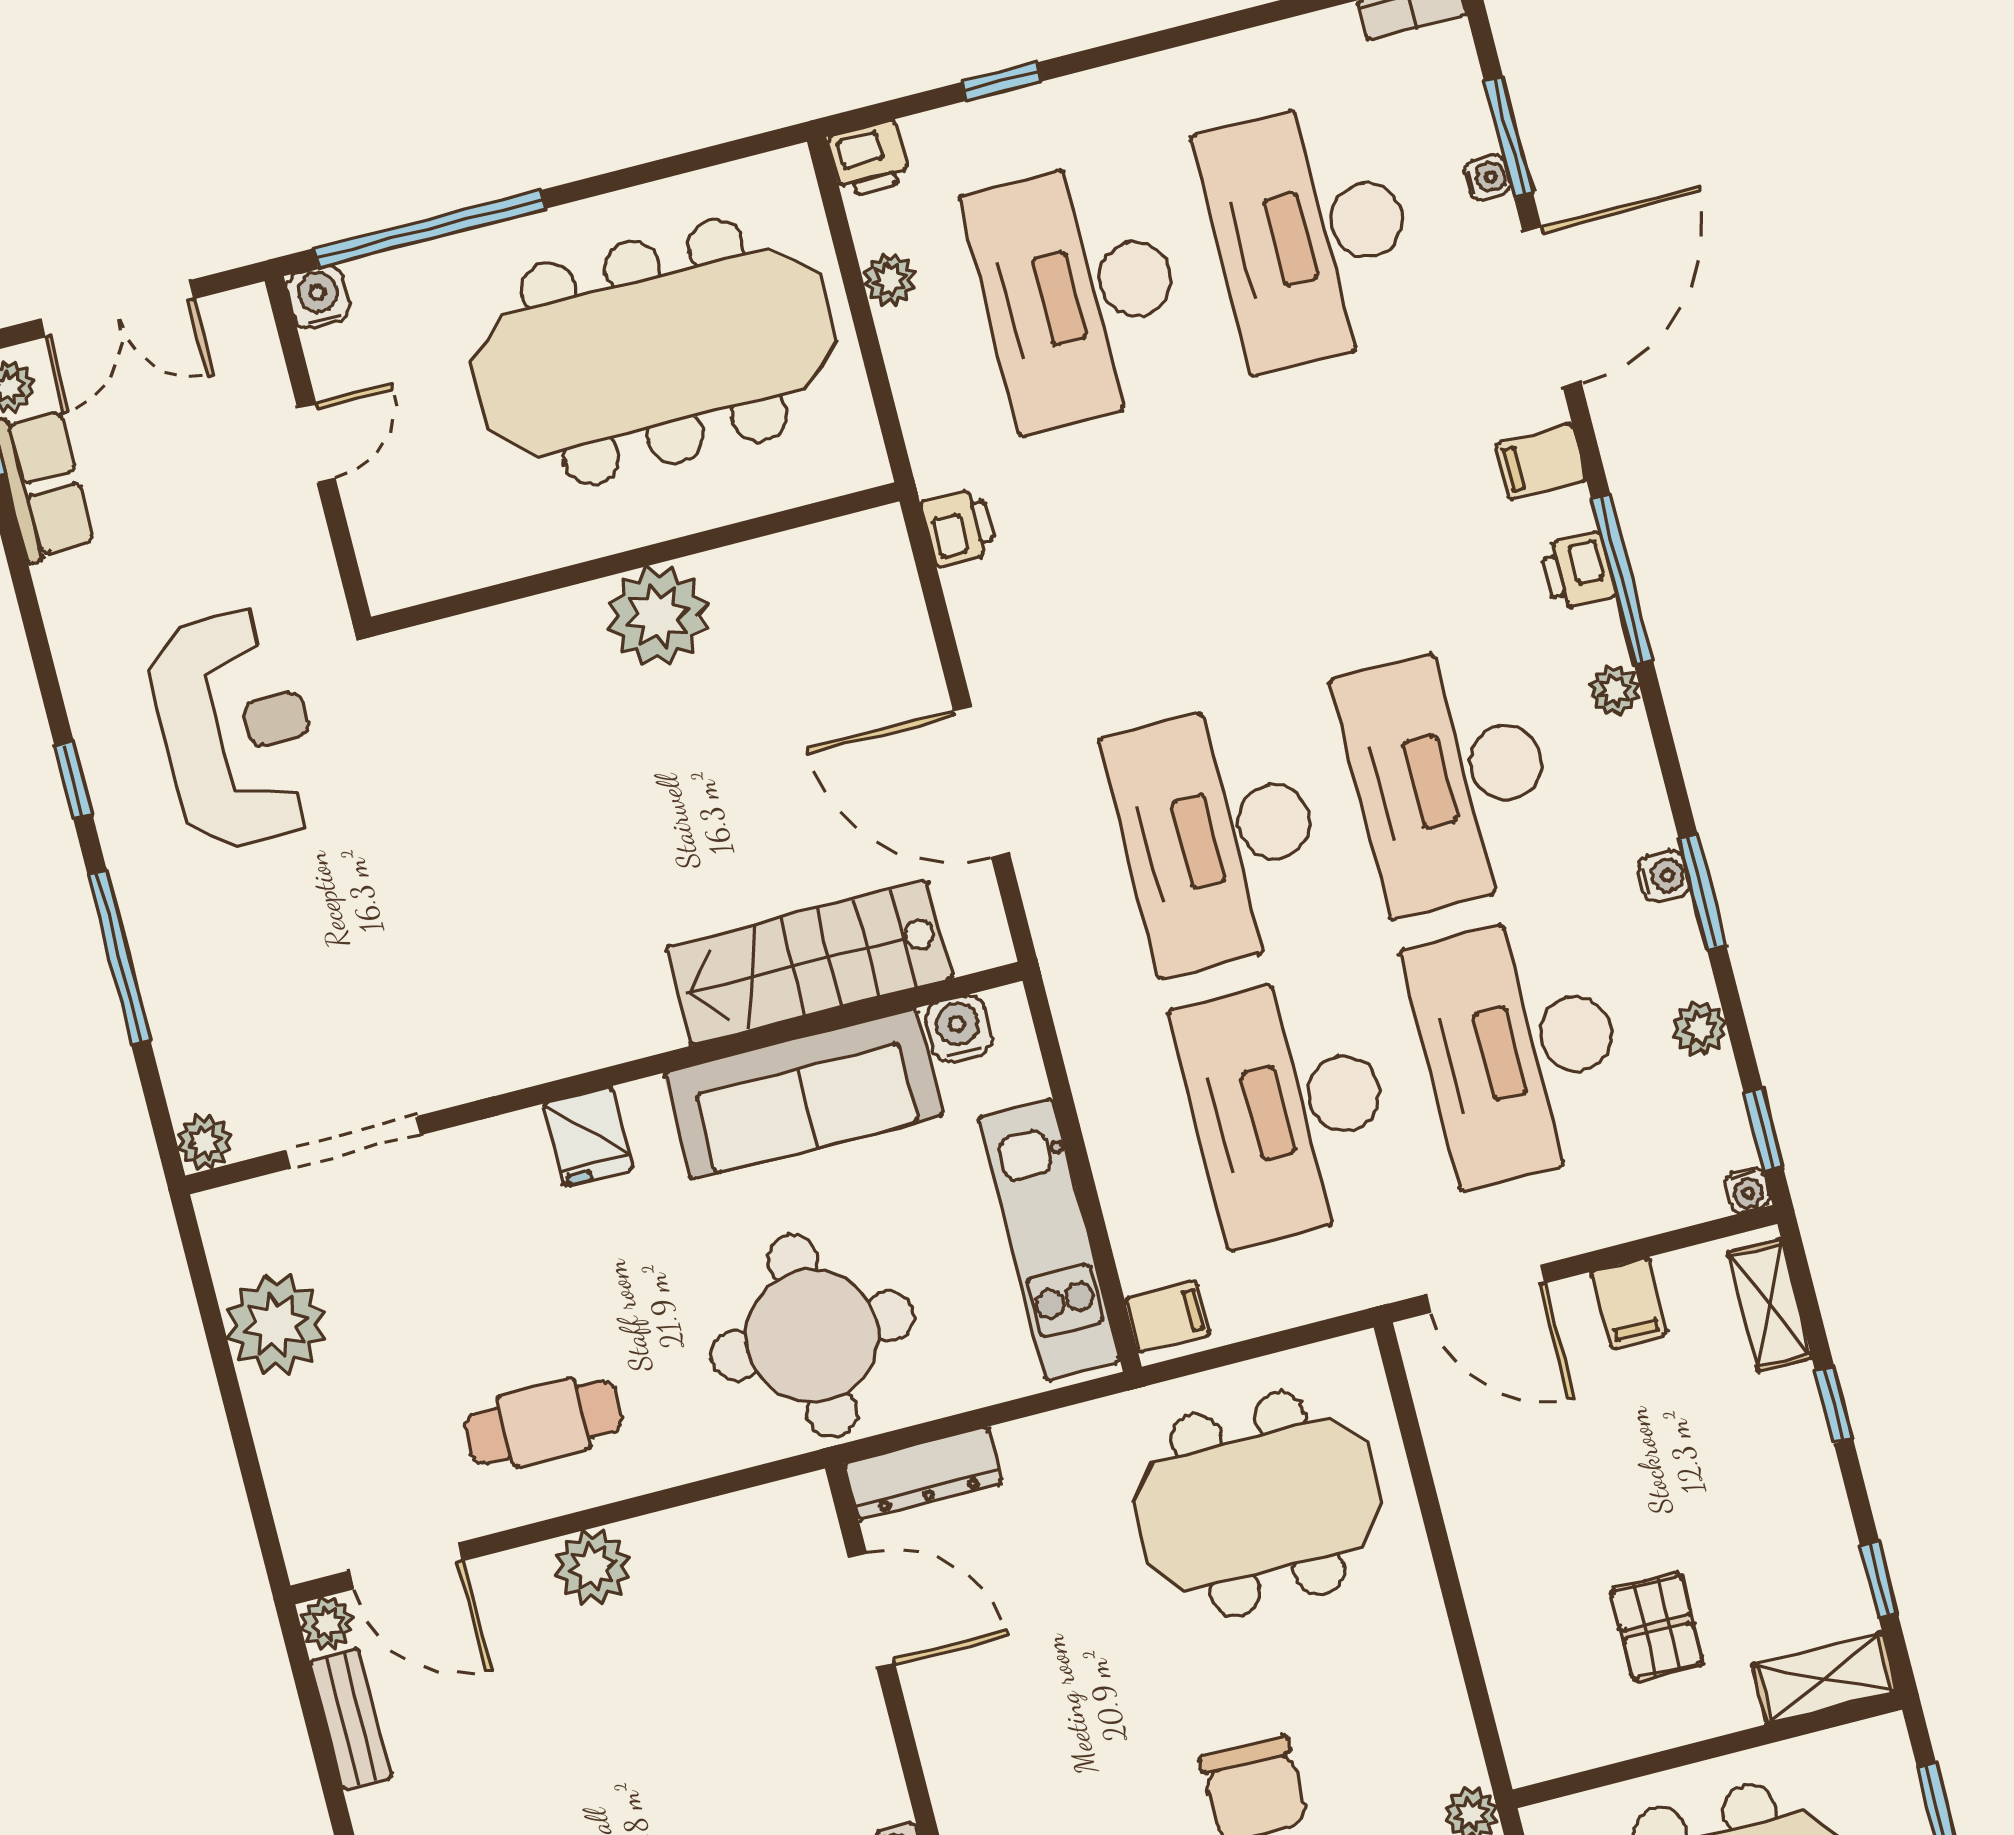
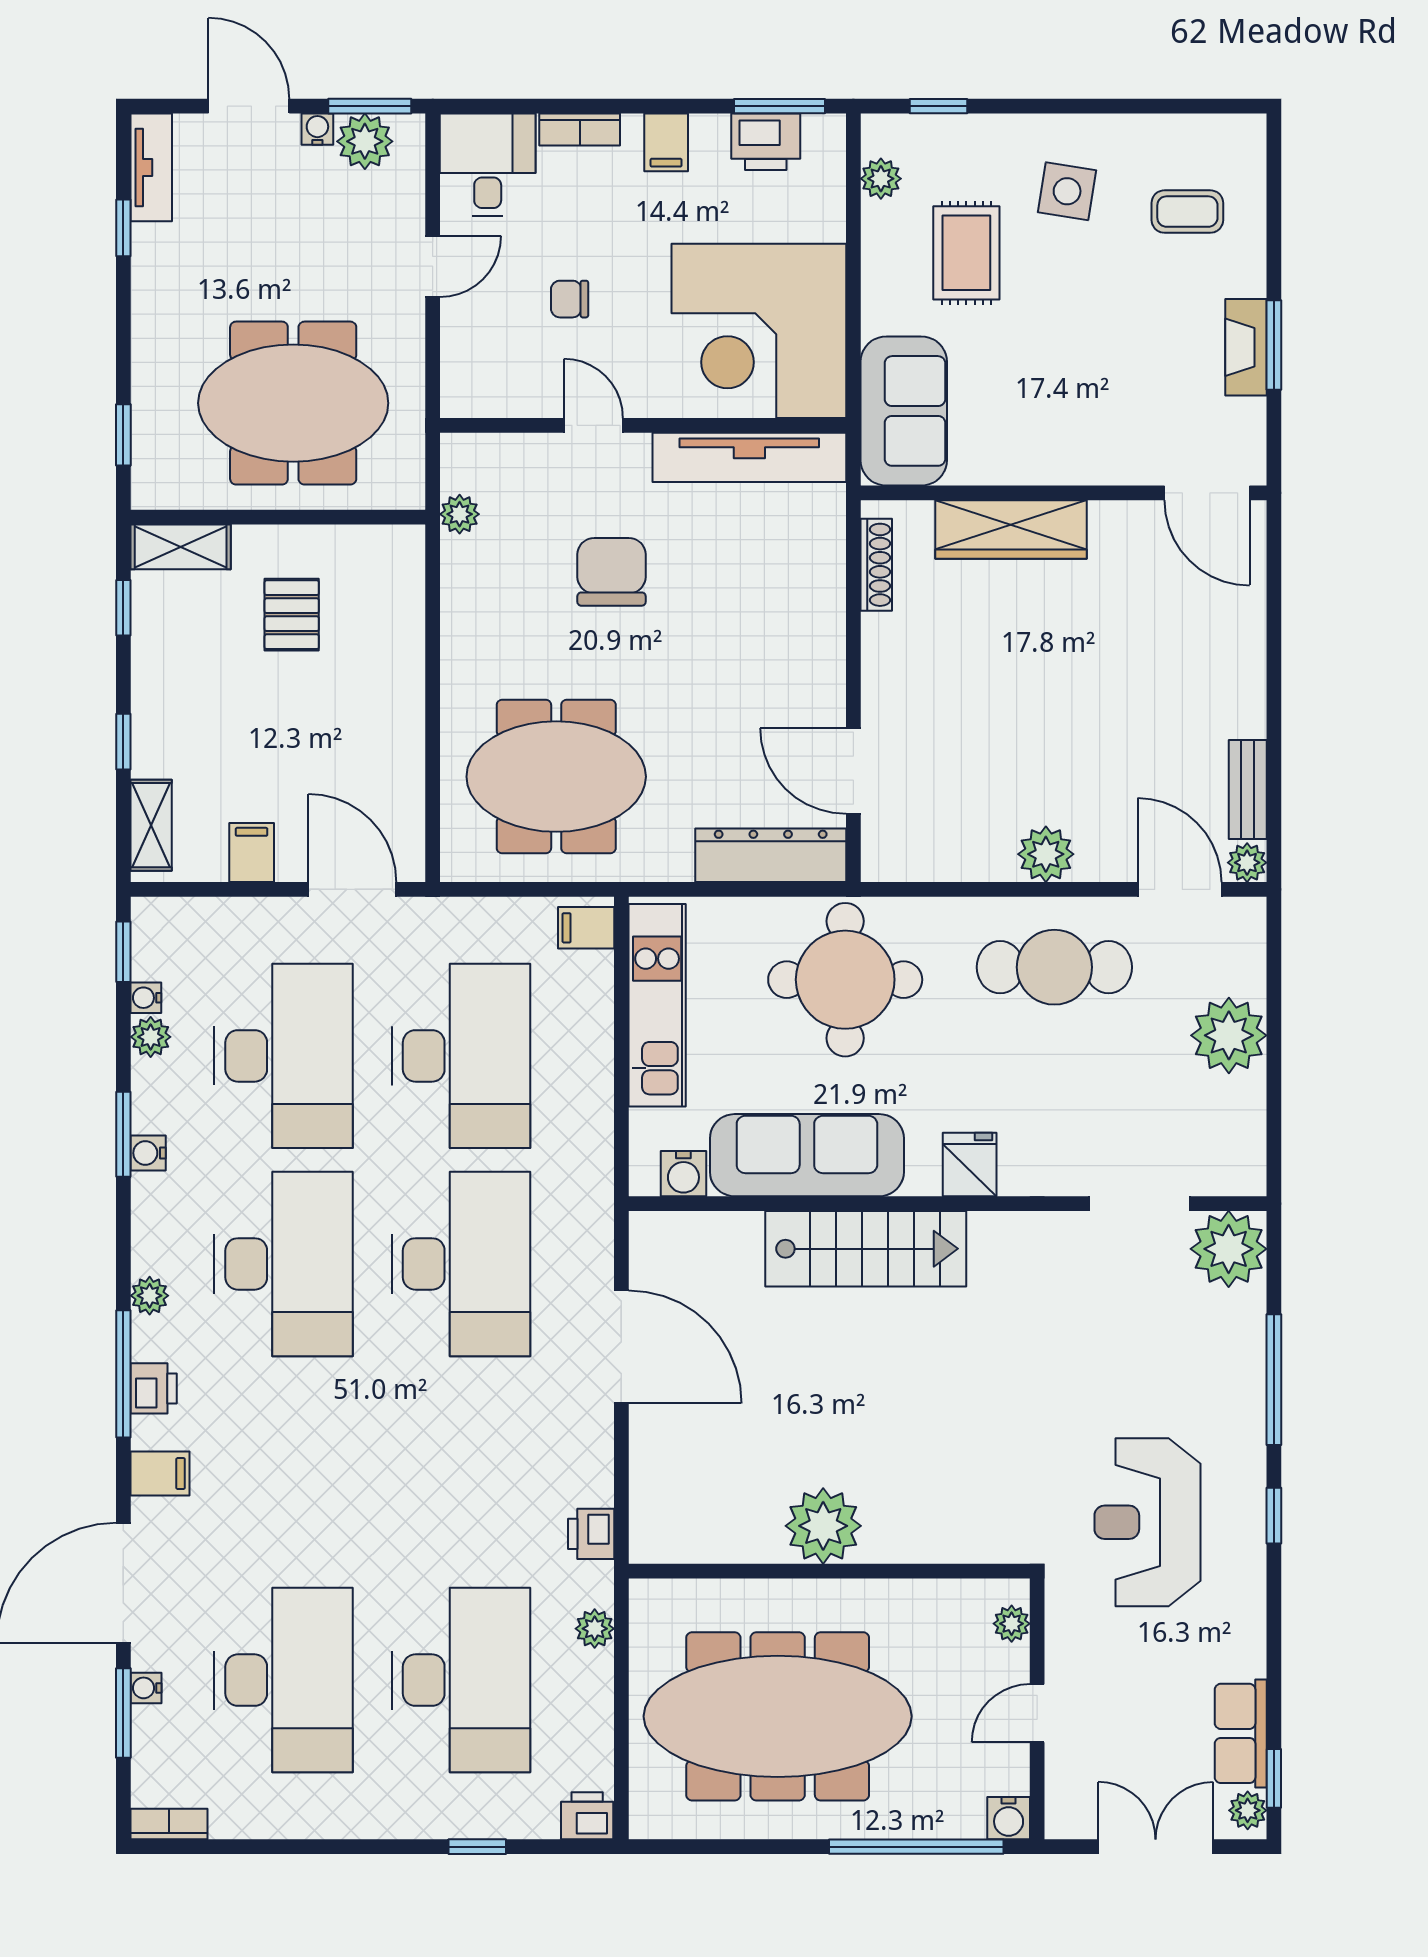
plant: (890, 279) -> (595, 1629), moved
plant: (380, 551) -> (1012, 1624), added
stairs: (809, 963) -> (866, 1249), moved
plant: (205, 1142) -> (1229, 1249), width x1.88, depth x1.88
water cooler: (1747, 1190) -> (146, 998), moved, turned -90
plant: (276, 1325) -> (1229, 1035), moved
cafe table: (544, 1422) -> (1054, 967), width x1.37, depth x1.35
dresser: (923, 1473) -> (771, 855), width x1.37, depth x1.24

